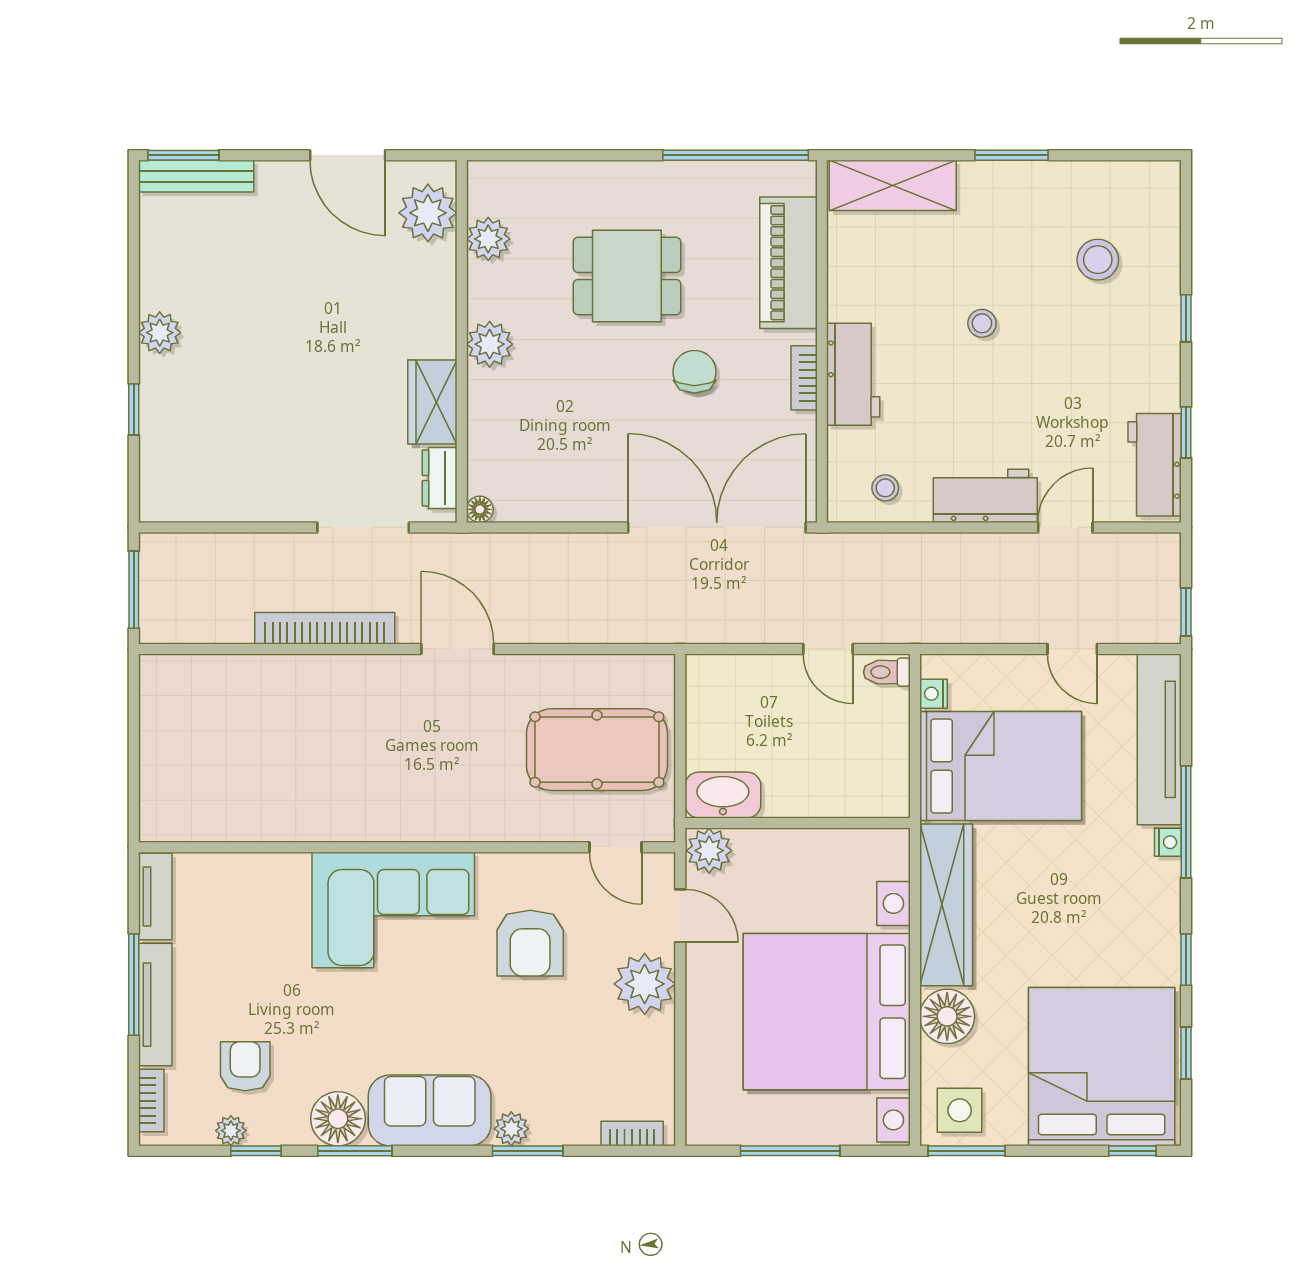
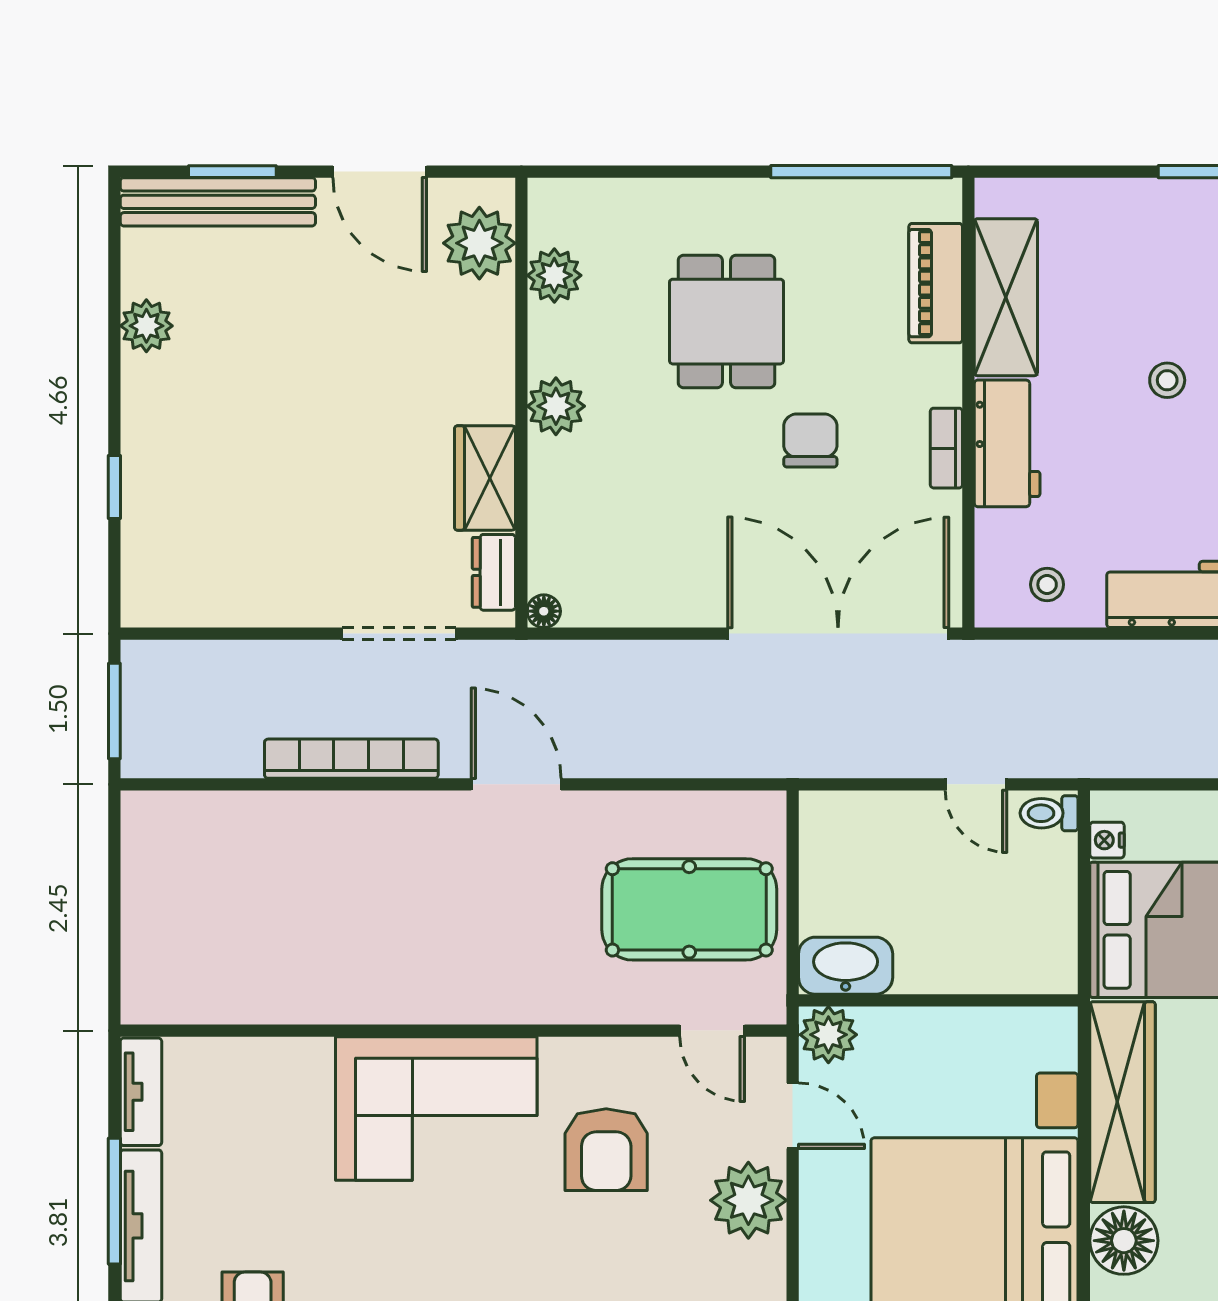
window: (183, 155) -> (232, 172), moved
bench: (196, 176) -> (218, 202), width x1.37, depth x1.21
shelving: (893, 185) -> (1006, 297), moved, turned 90
piano: (788, 263) -> (936, 283), width x0.73, depth x0.75
dining table: (627, 276) -> (727, 322), turned 90
plant: (160, 333) -> (146, 326), moved

